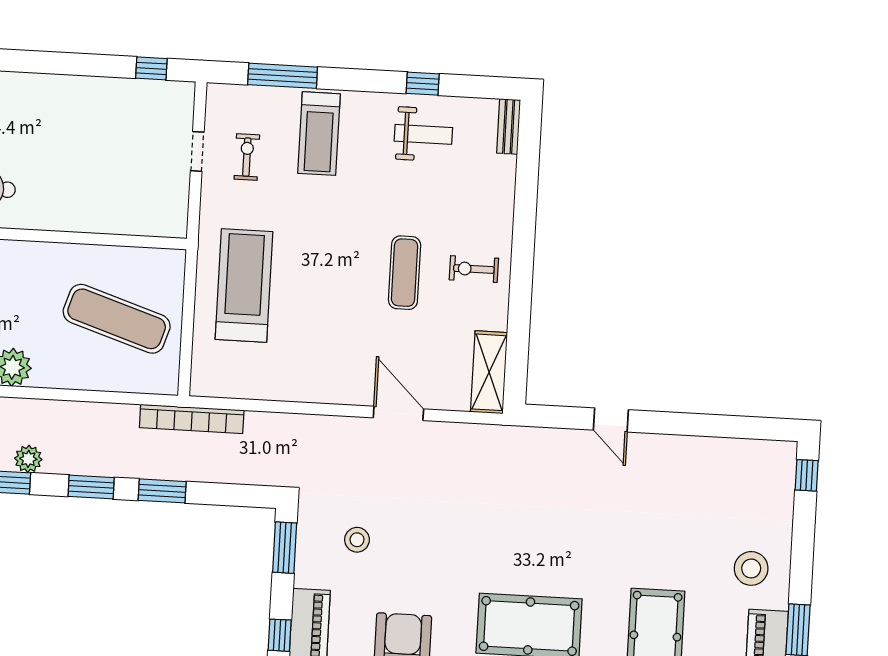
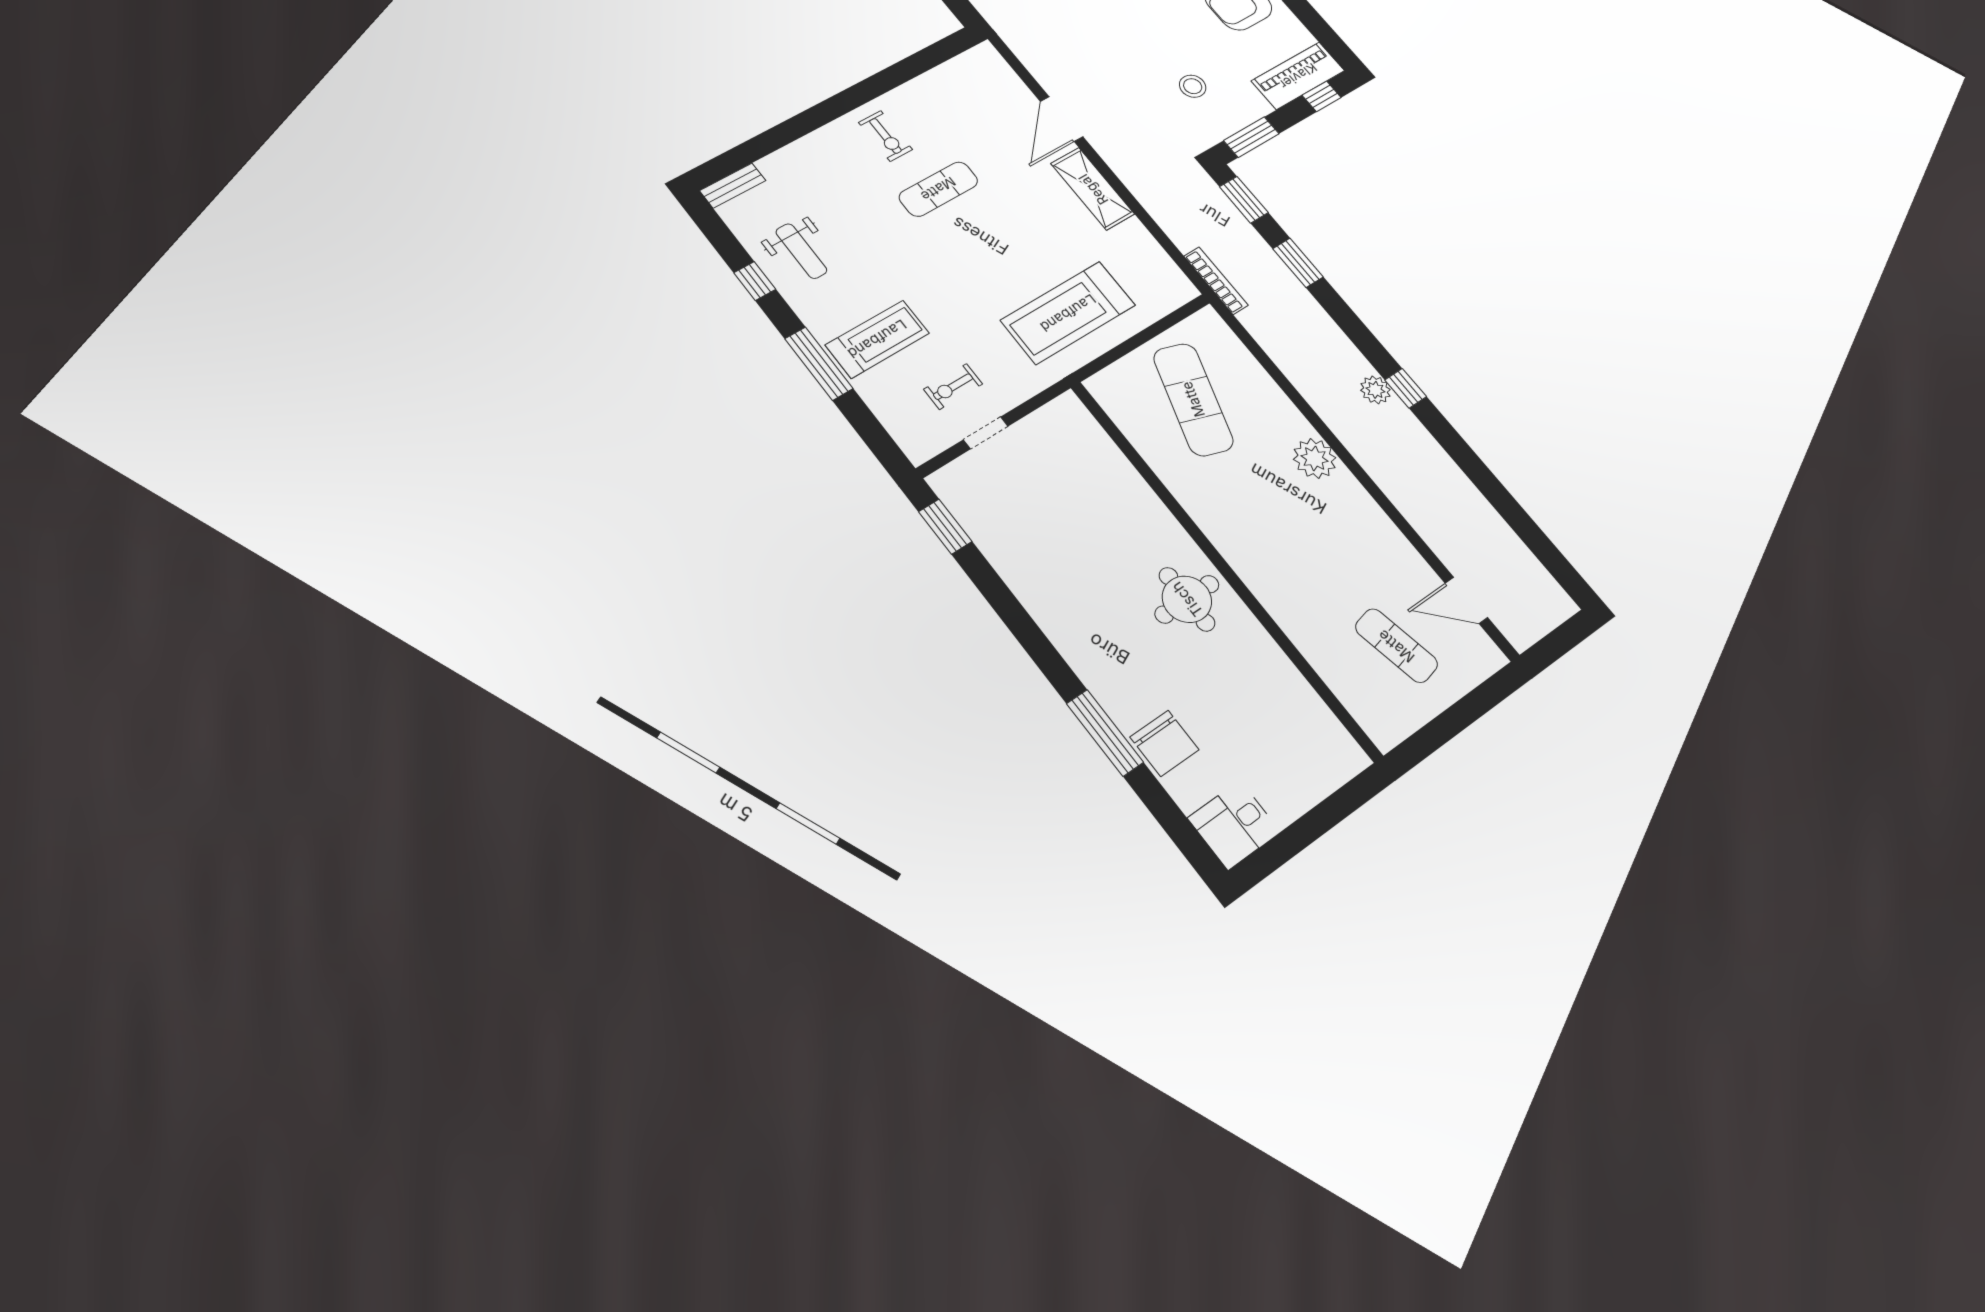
window: (151, 68) -> (945, 527), width x1.50
window: (283, 76) -> (819, 364), moved
weight bench: (423, 134) -> (801, 251), turned 180
shelving: (489, 372) -> (1093, 189), moved, turned 90
bookcase: (192, 419) -> (1216, 281), width x0.68, depth x0.76
window: (91, 487) -> (1244, 200), moved

